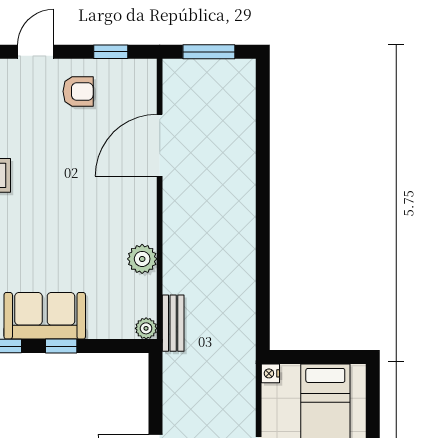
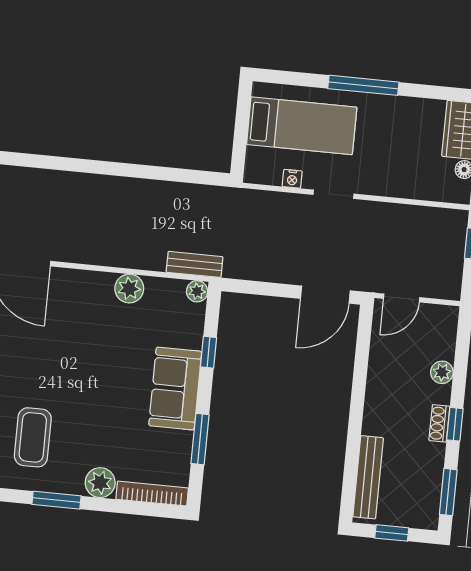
window: (61, 346) -> (209, 352), moved
nightstand: (270, 373) -> (292, 179), moved

